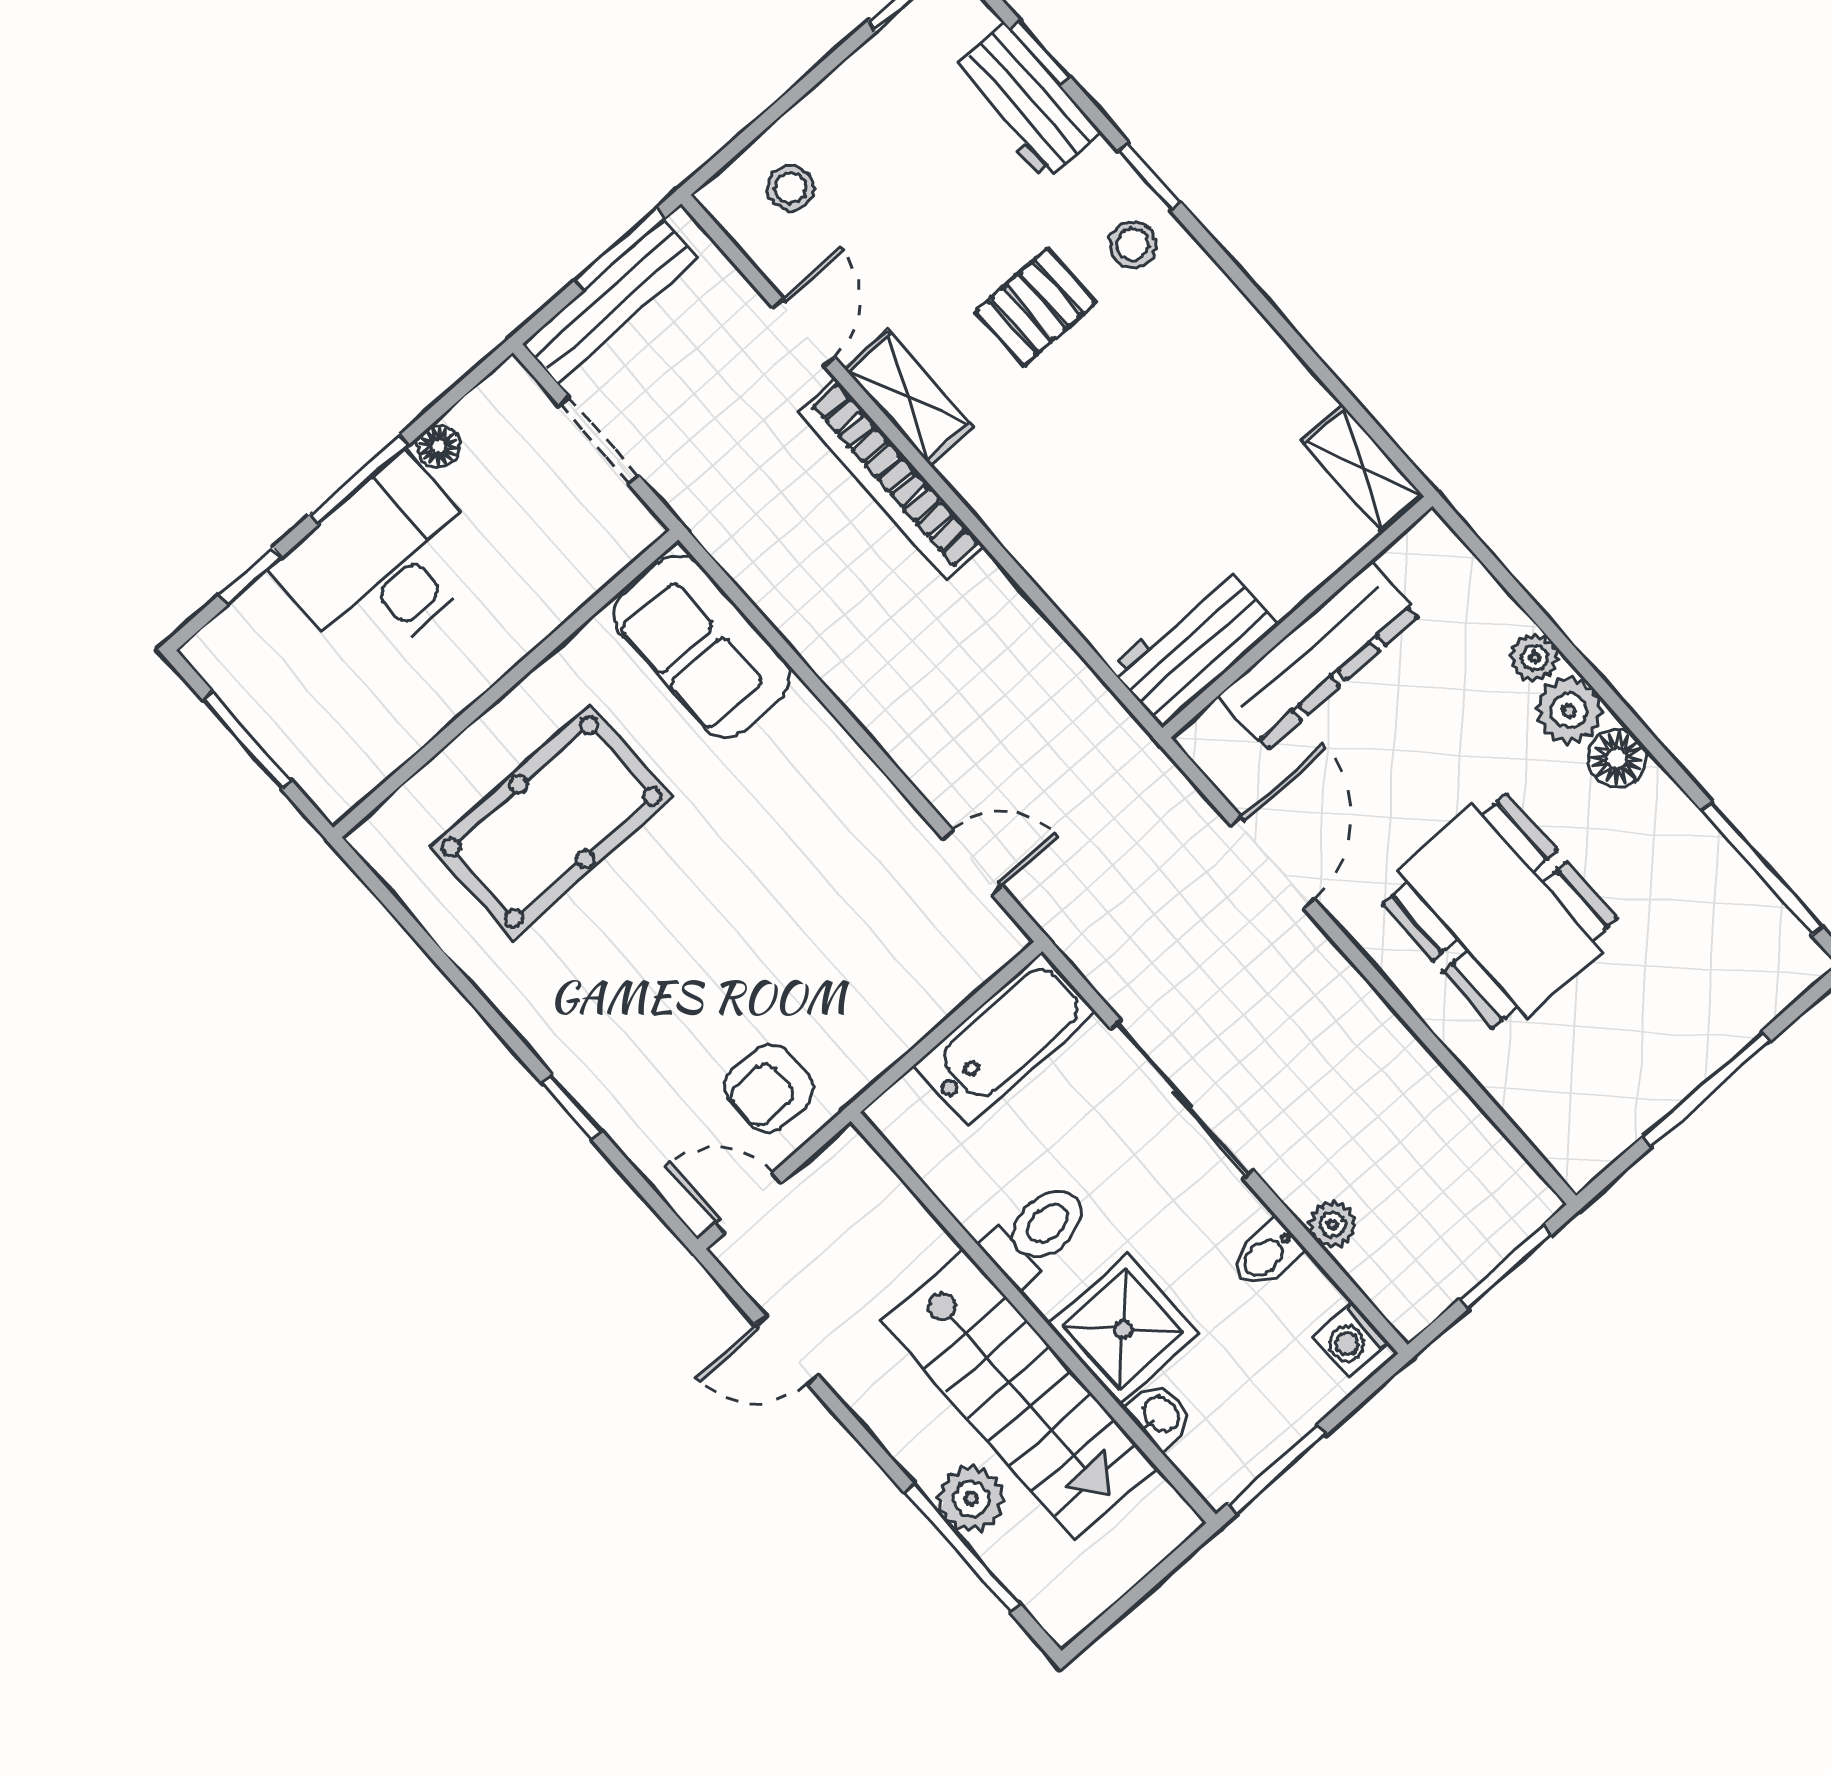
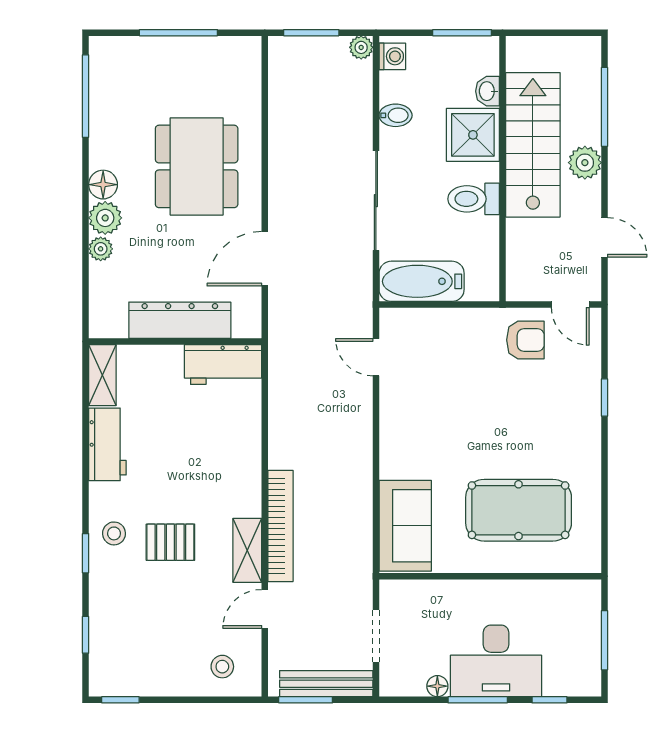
workbench: (1025, 102) -> (107, 444), moved
plant: (1333, 1224) -> (361, 47), moved
plant: (971, 1499) -> (585, 163), moved

